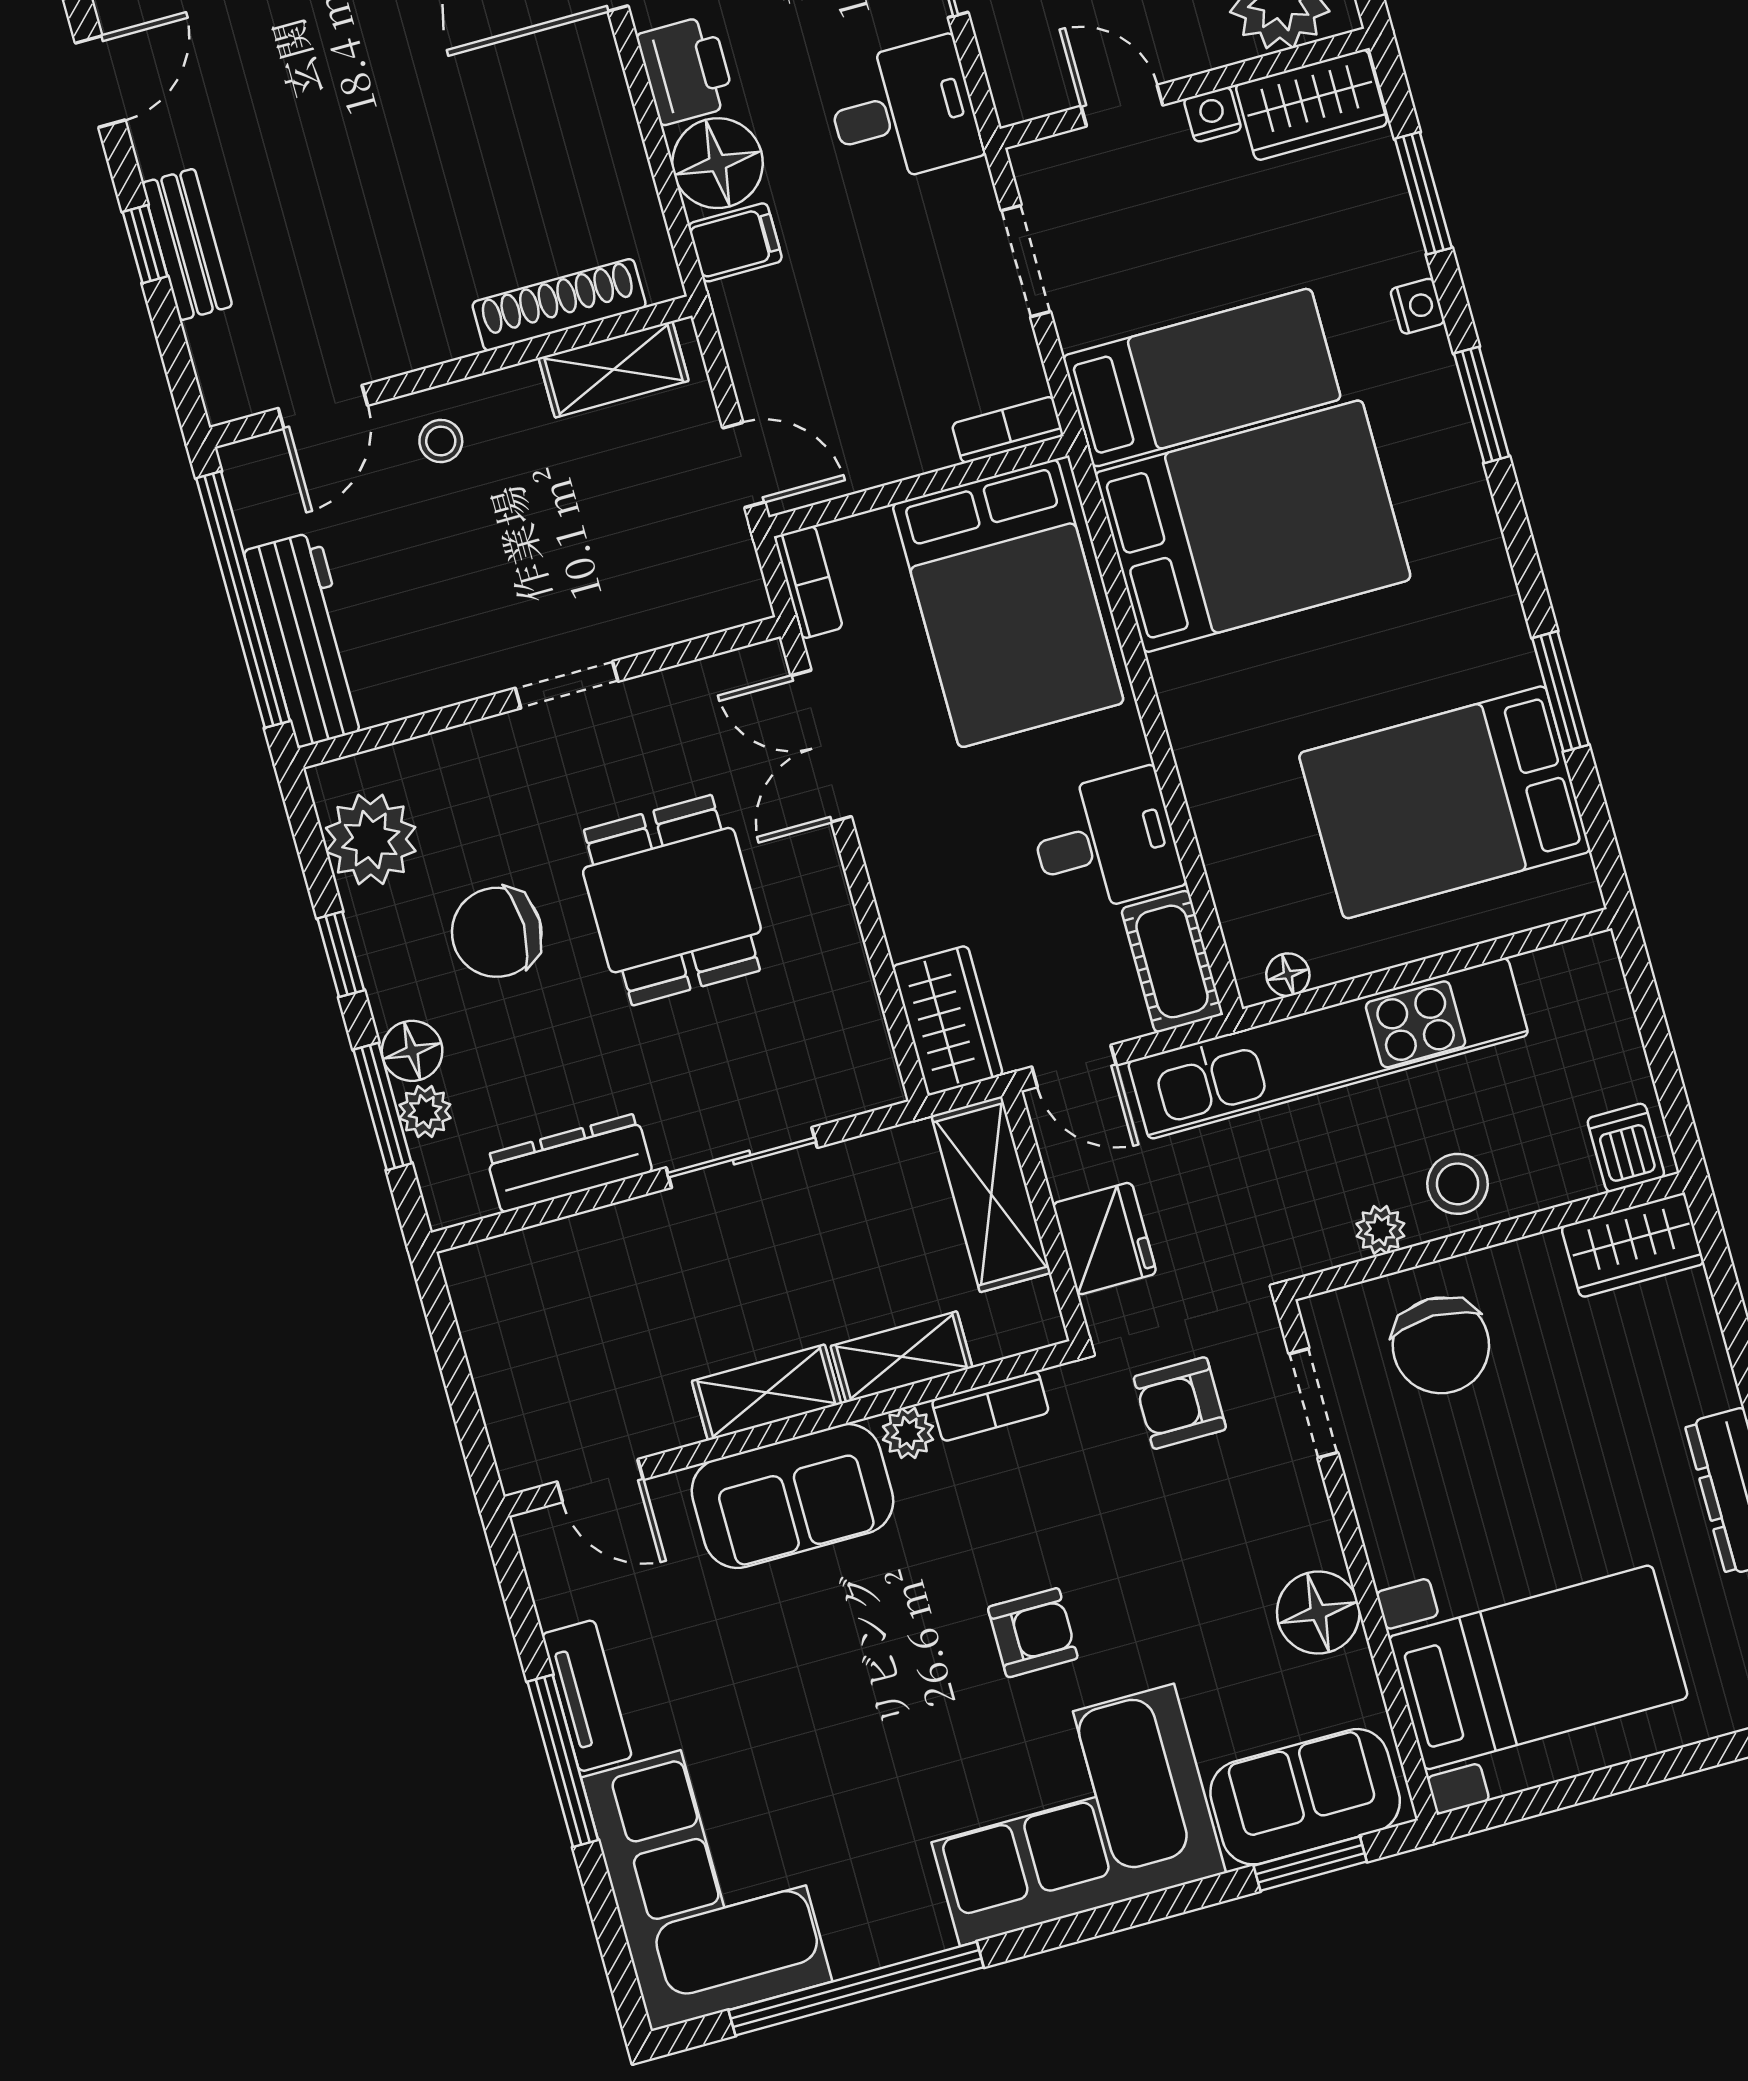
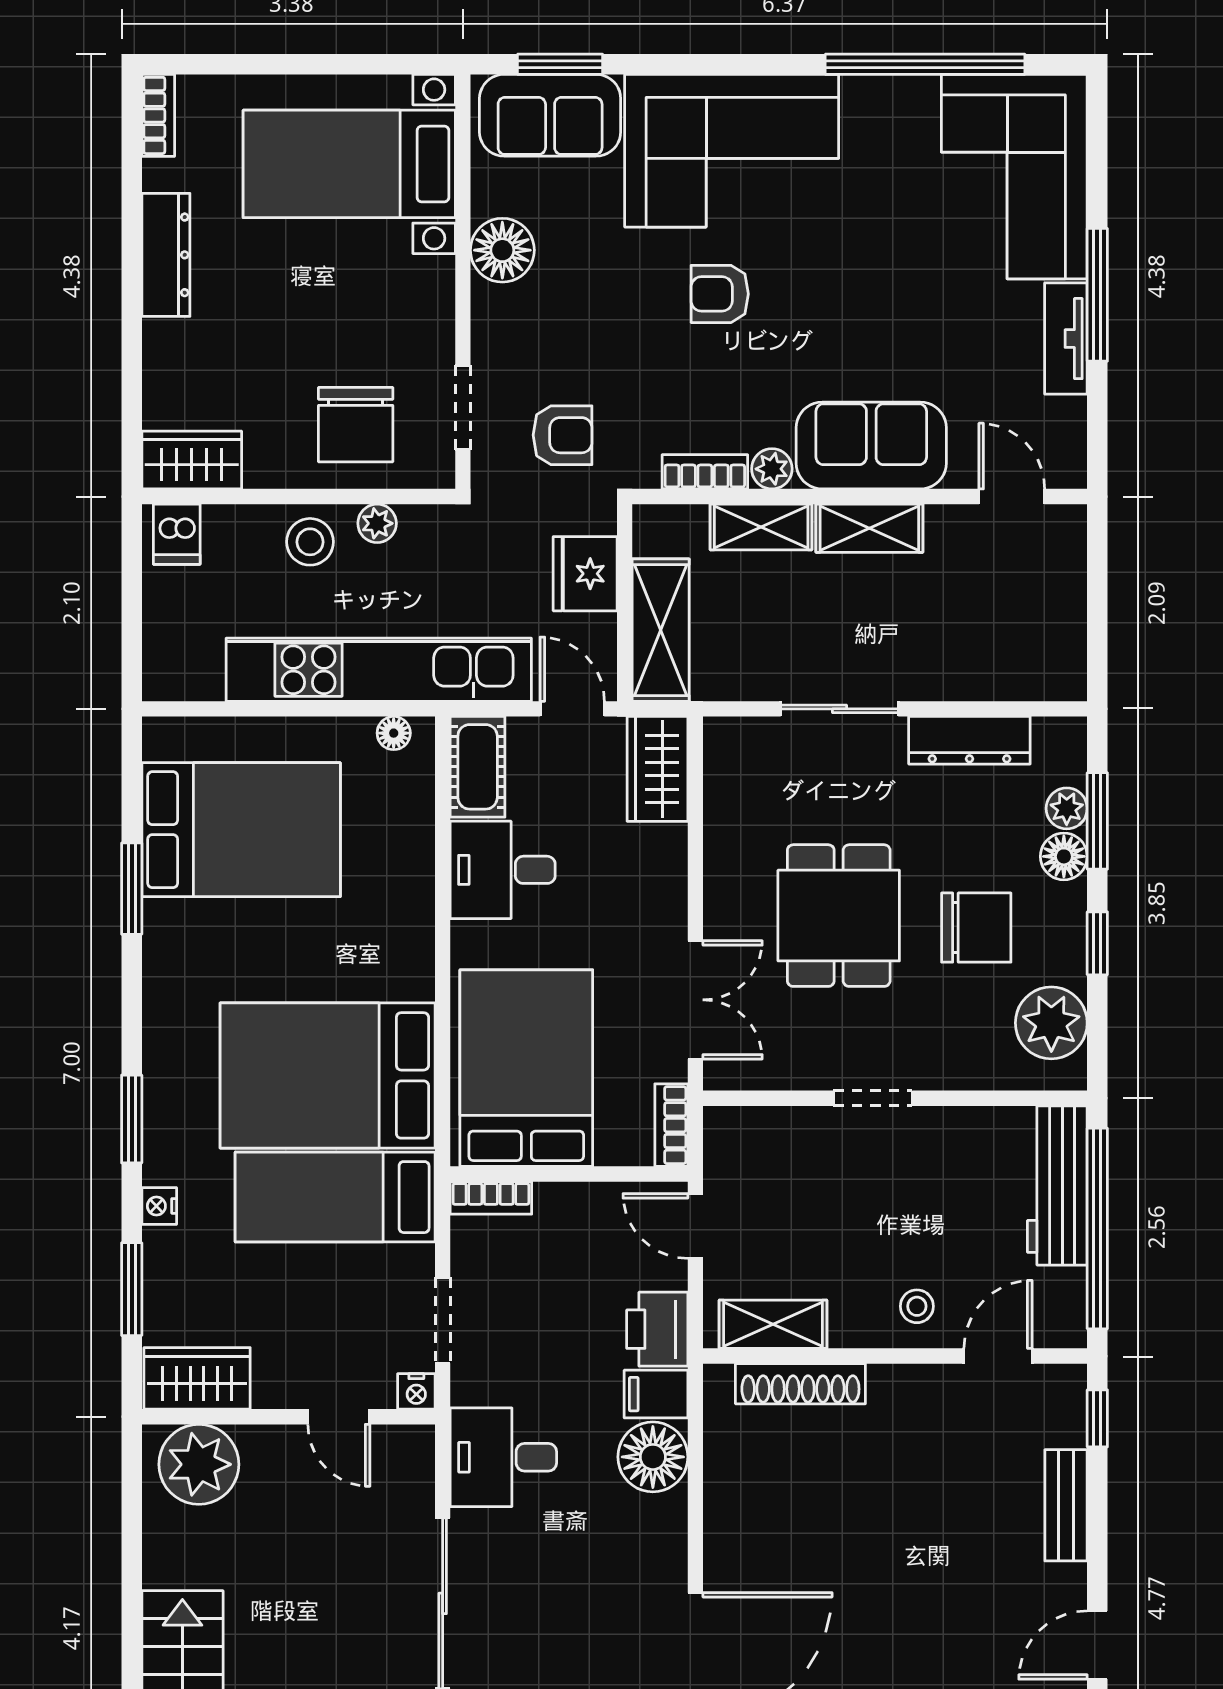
printer: (686, 70) -> (657, 1329), moved
nightstand: (1213, 114) -> (416, 1391), moved
window: (145, 244) -> (1097, 1418), moved
chair: (1441, 1345) -> (356, 425), turned 180

